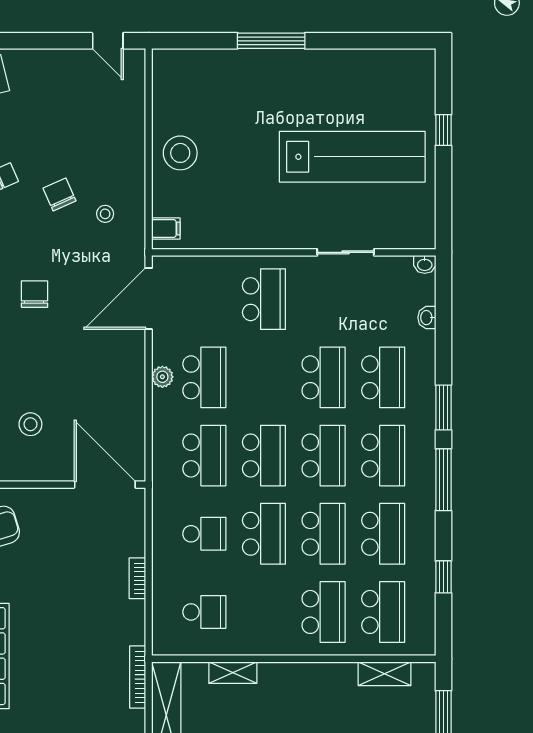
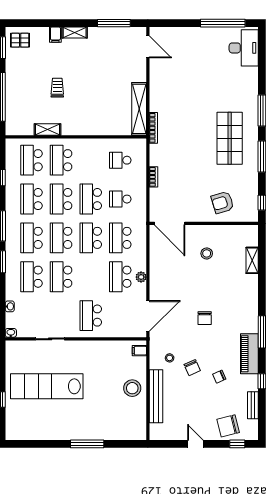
door: (108, 41) -> (195, 444), moved
bench: (132, 137) -> (156, 396), added
shelving: (233, 673) -> (106, 130), removed
shelving: (385, 674) -> (48, 130), moved

